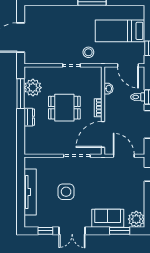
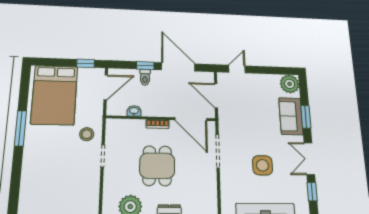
bed: (120, 31) -> (54, 95), width x1.50
door: (124, 156) -> (216, 96), hinge flipped
double door: (72, 231) -> (309, 159), swing flipped
window: (120, 231) -> (306, 117), moved

